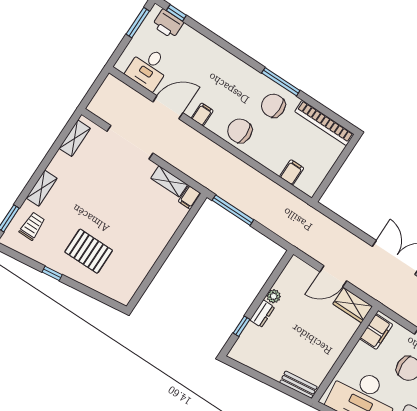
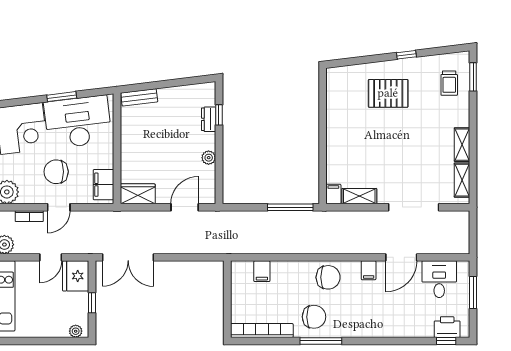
window: (138, 23) -> (473, 293), moved
shelving: (42, 188) -> (462, 145), moved
door: (333, 276) -> (185, 207), moved
dresser: (262, 314) -> (209, 119), moved

